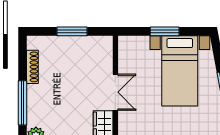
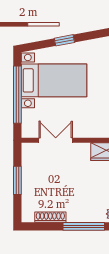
window: (165, 31) -> (17, 95), width x2.11
double door: (115, 92) -> (56, 140), moved

